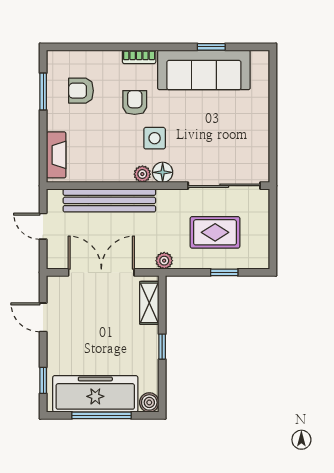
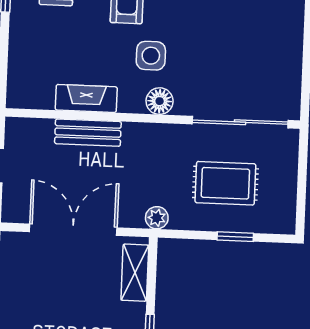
fireplace: (56, 155) -> (86, 98), moved, turned -90
plant: (142, 174) -> (133, 102), removed
bench: (109, 200) -> (88, 133), width x0.54, depth x0.82

